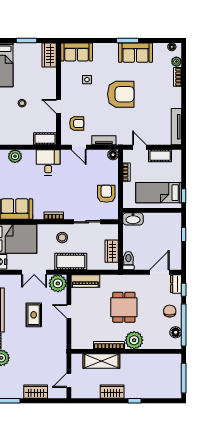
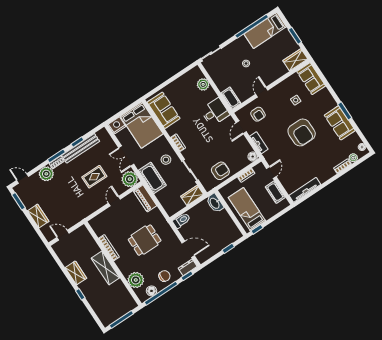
wardrobe: (112, 251) -> (192, 195), moved
plant: (134, 340) -> (136, 280), moved
shelving: (101, 361) -> (105, 268), moved

